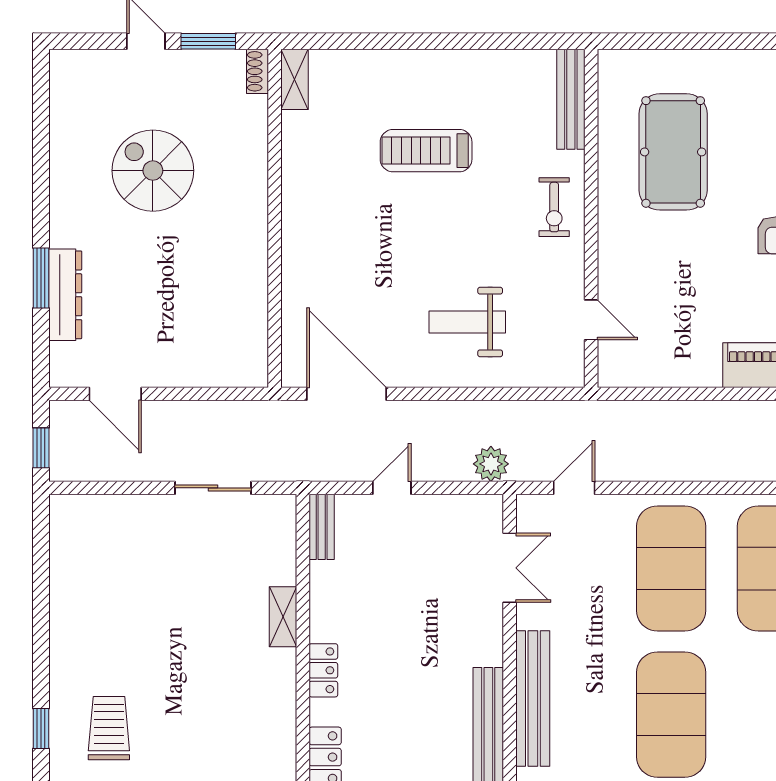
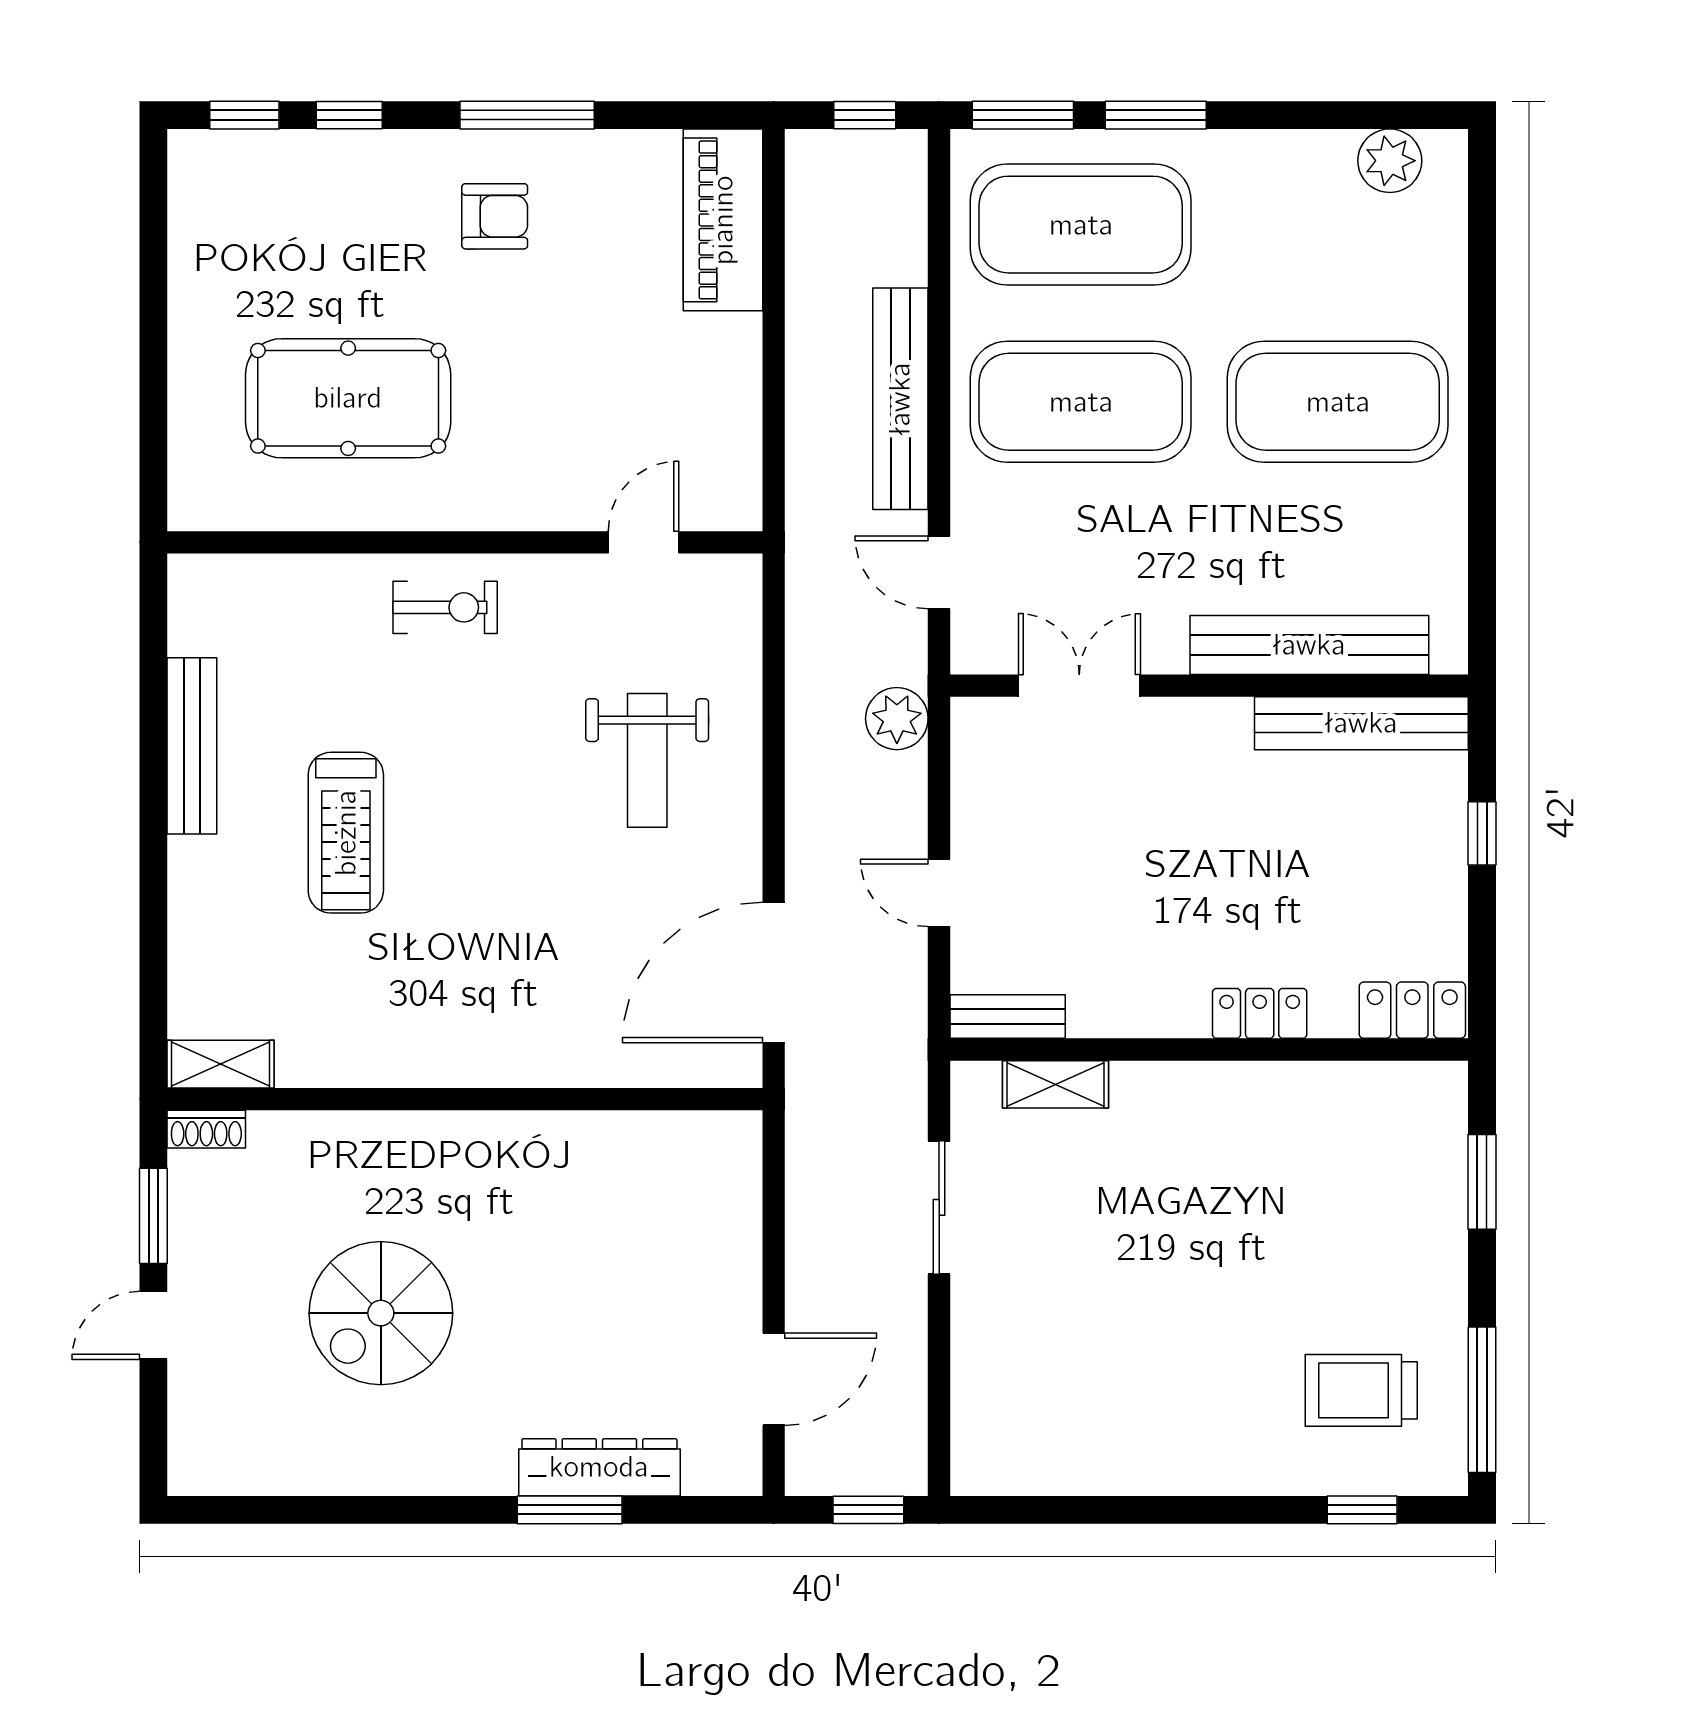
bench: (571, 99) -> (192, 746), moved, turned 90
bench: (673, 466) -> (900, 399), added
shelving: (283, 617) -> (1056, 1084), moved

